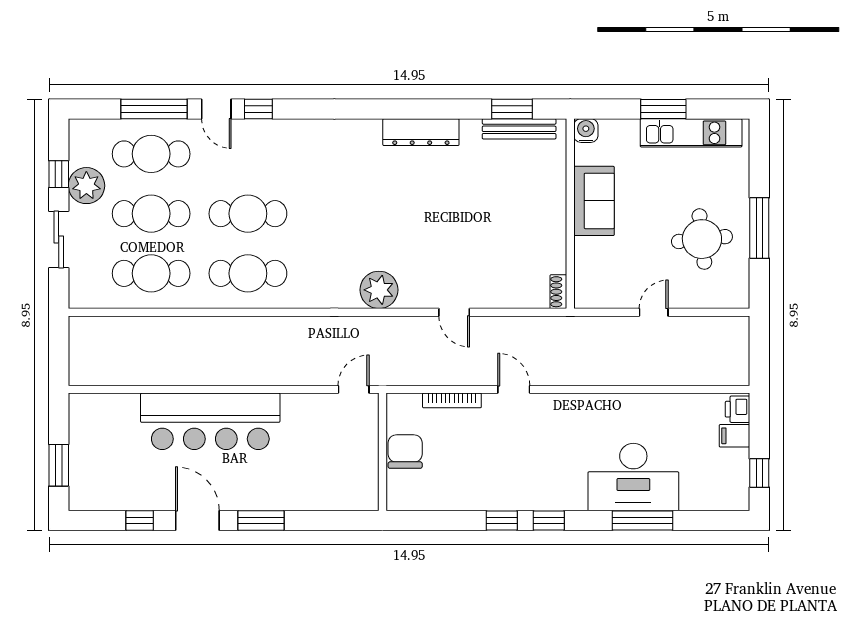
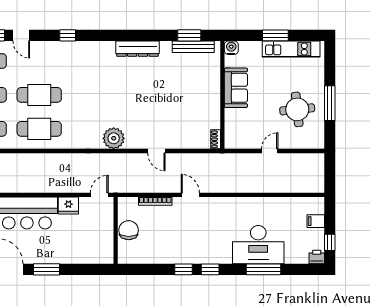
window: (258, 109) -> (68, 35), moved
fridge: (299, 408) -> (68, 206), added
printer: (737, 409) -> (317, 257), moved, turned 90

